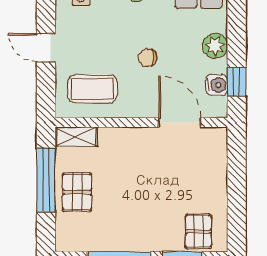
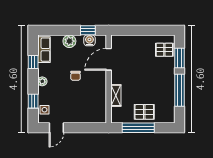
door: (46, 48) -> (56, 128), moved
coffee table: (92, 89) -> (91, 104), removed
shelving: (76, 137) -> (116, 95), moved

